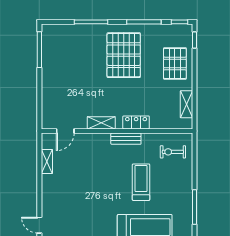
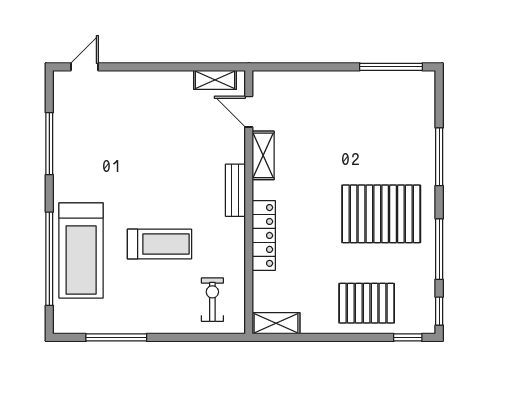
shelving: (186, 104) -> (276, 323), moved
locker: (136, 122) -> (264, 235), width x1.53
shelving: (101, 123) -> (263, 155), moved
bench: (126, 139) -> (235, 190), moved
shelving: (47, 162) -> (215, 80), moved

